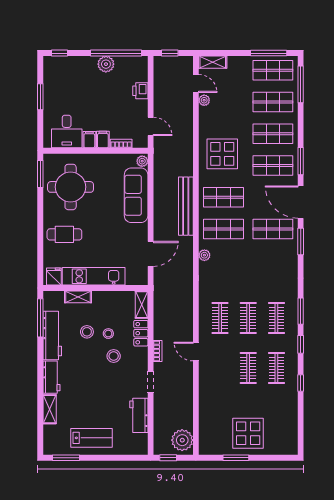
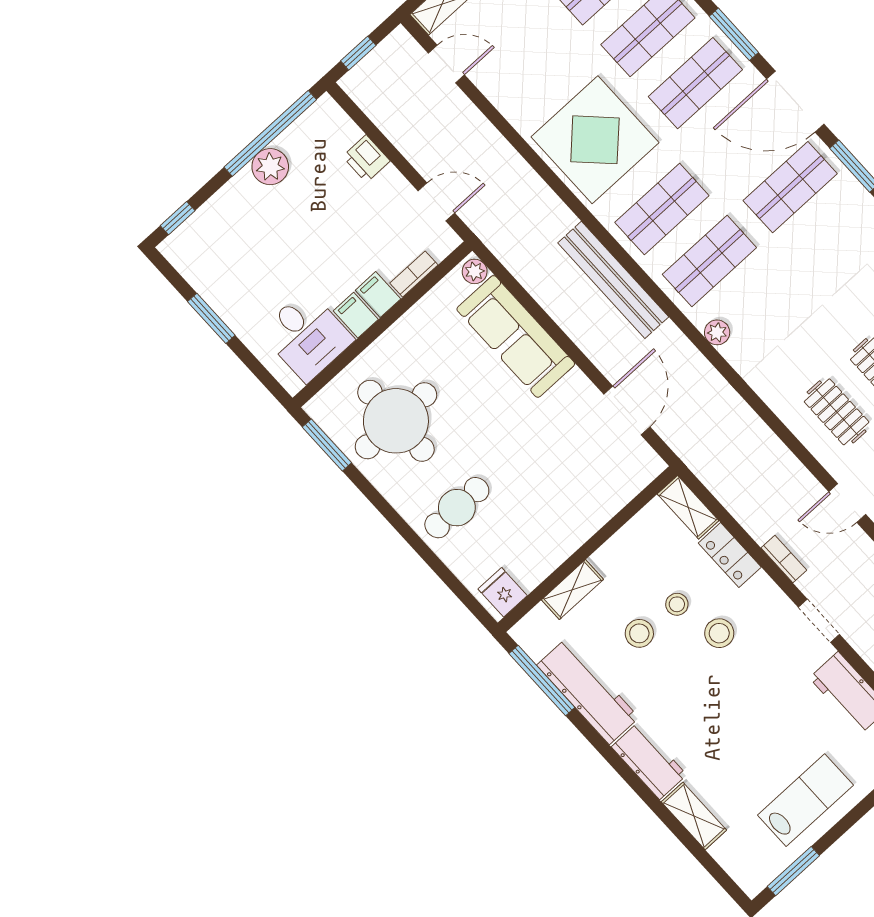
plant: (204, 100) -> (485, 79), removed
display table: (222, 154) -> (595, 140), width x1.36, depth x1.36
kitchen unit: (94, 276) -> (567, 533), removed

